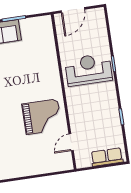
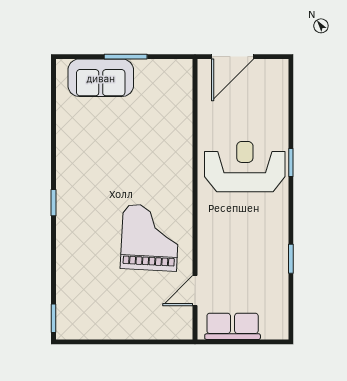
grand piano: (42, 117) -> (150, 238), turned -87
row of seats: (107, 157) -> (233, 326), moved

